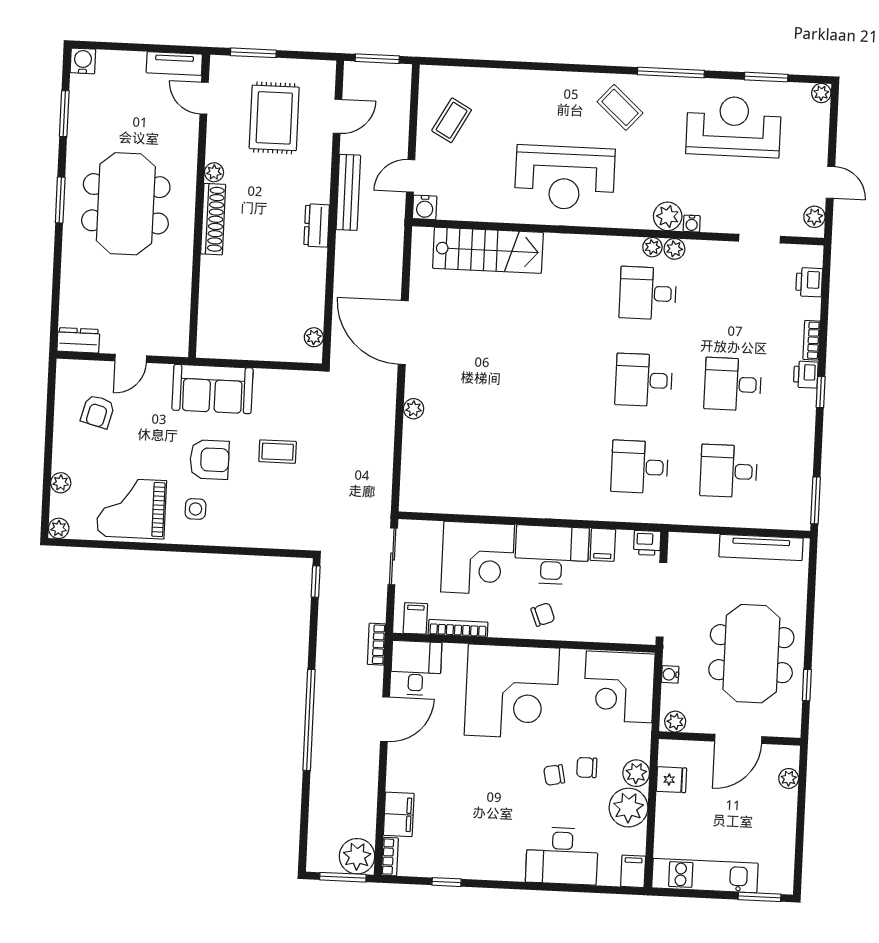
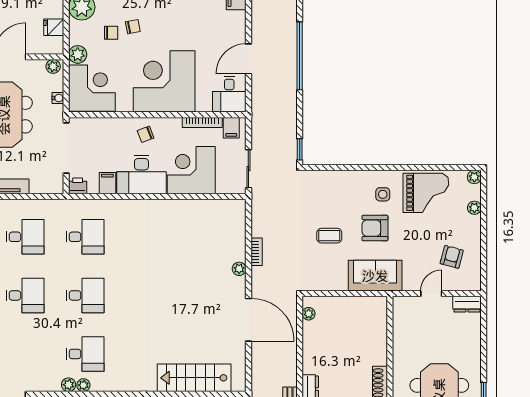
bookcase: (376, 644) -> (257, 252), moved
plant: (636, 773) -> (78, 54), moved

